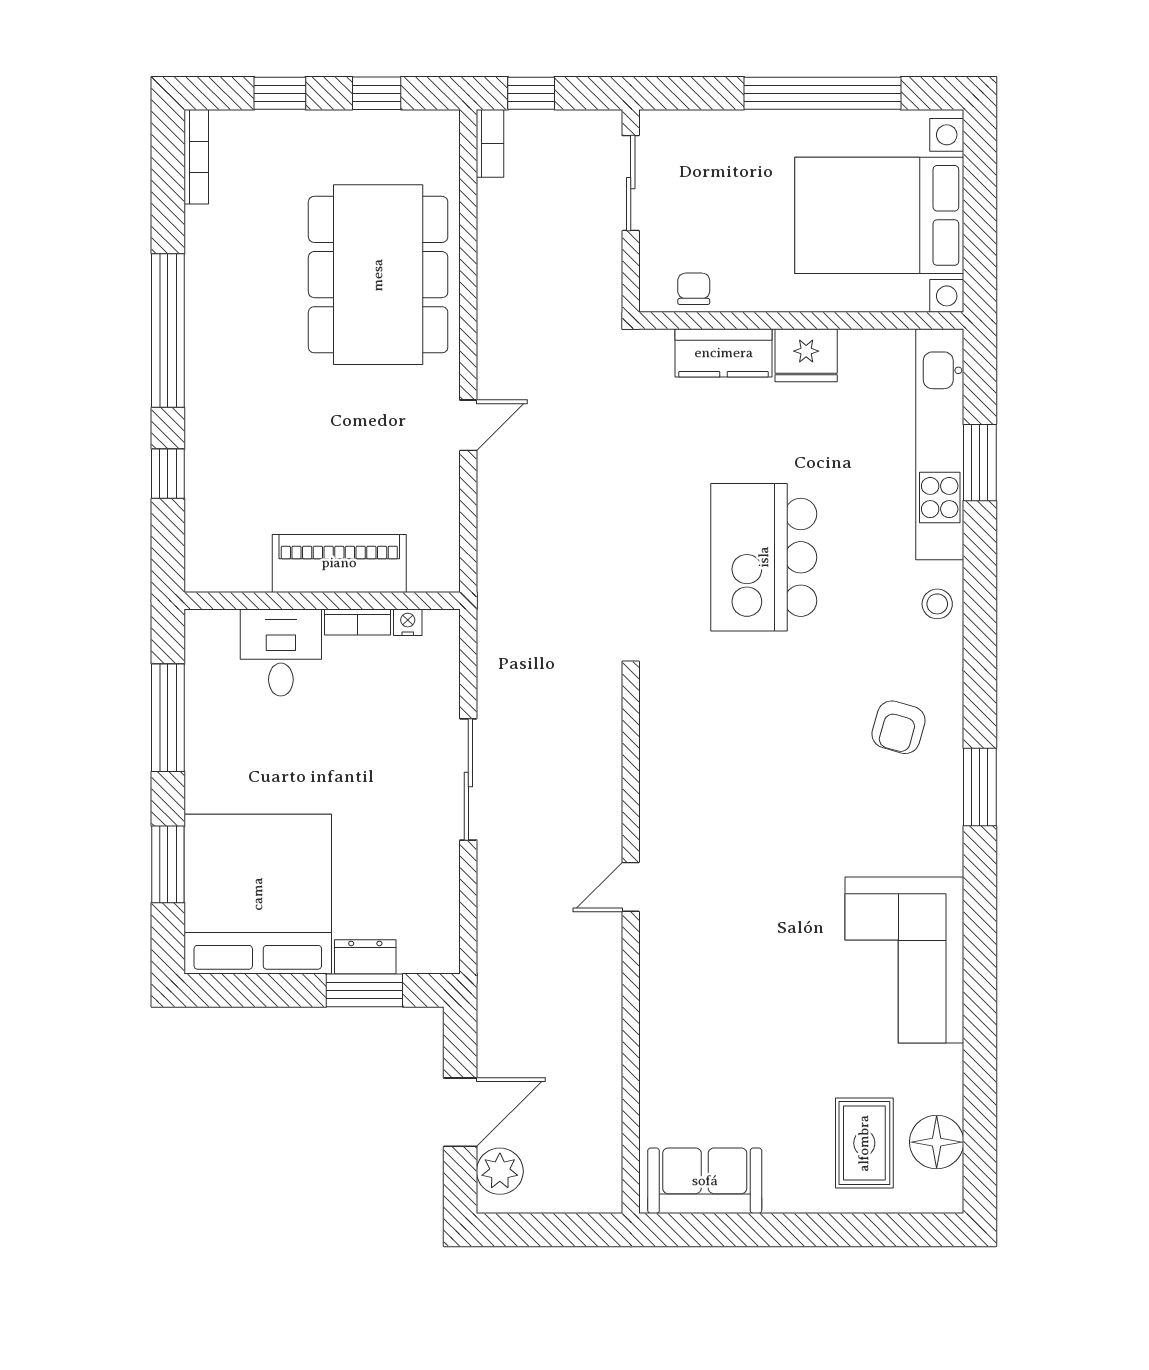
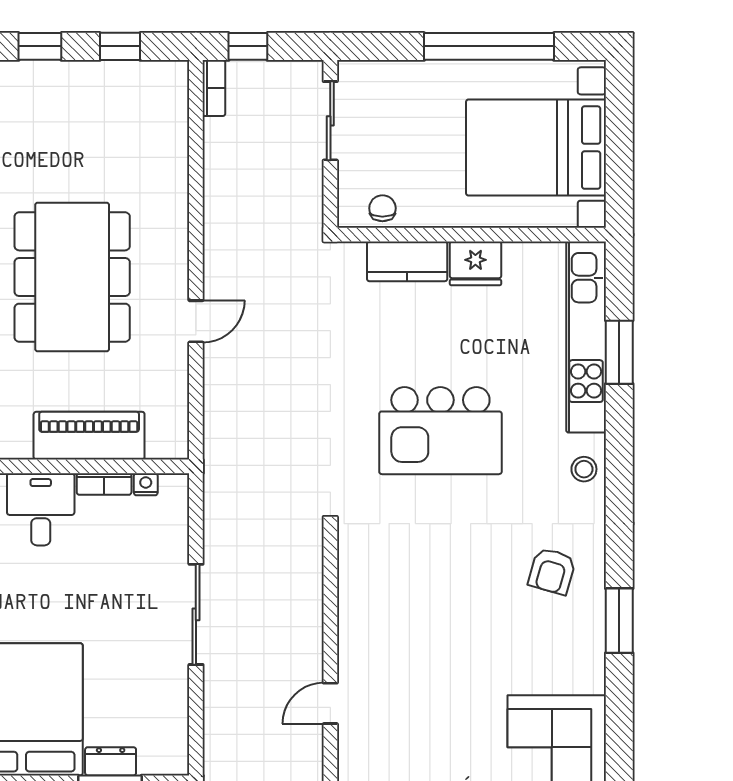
dining table: (378, 275) -> (72, 277), moved
kitchen island: (764, 557) -> (440, 431), turned -90

